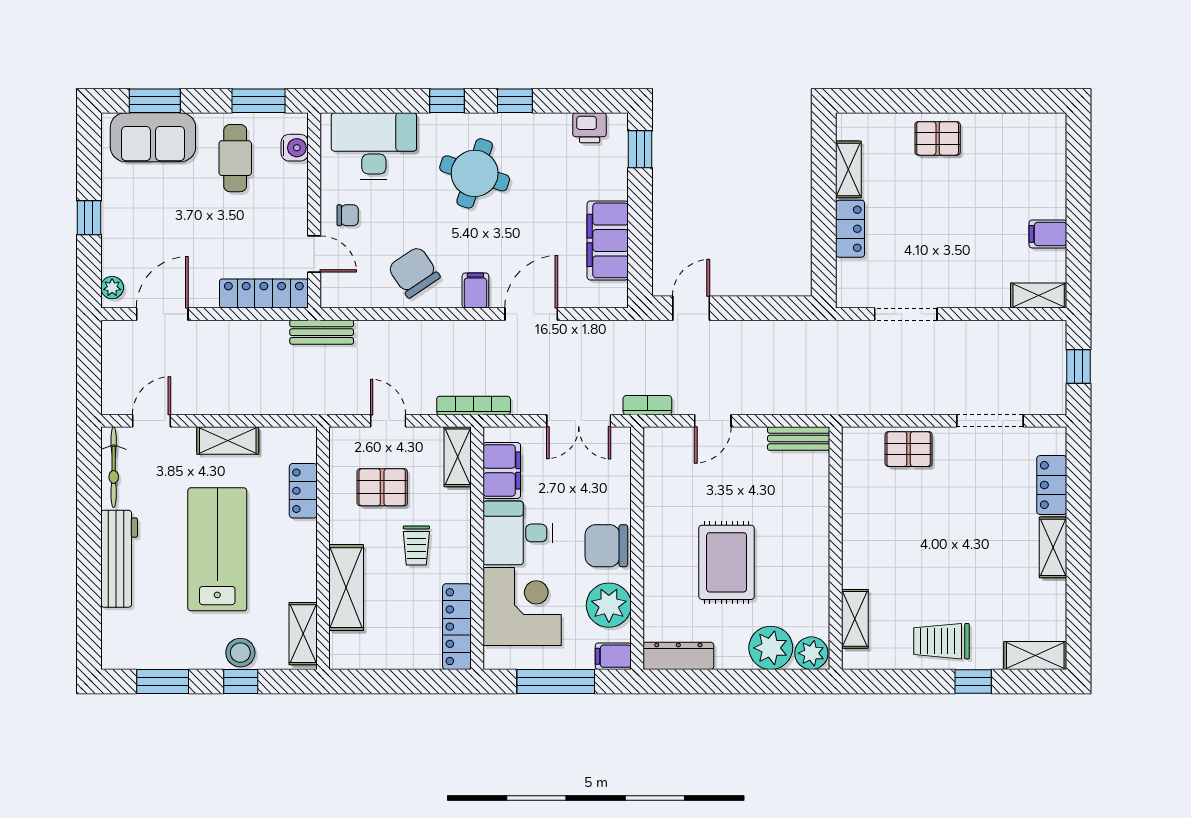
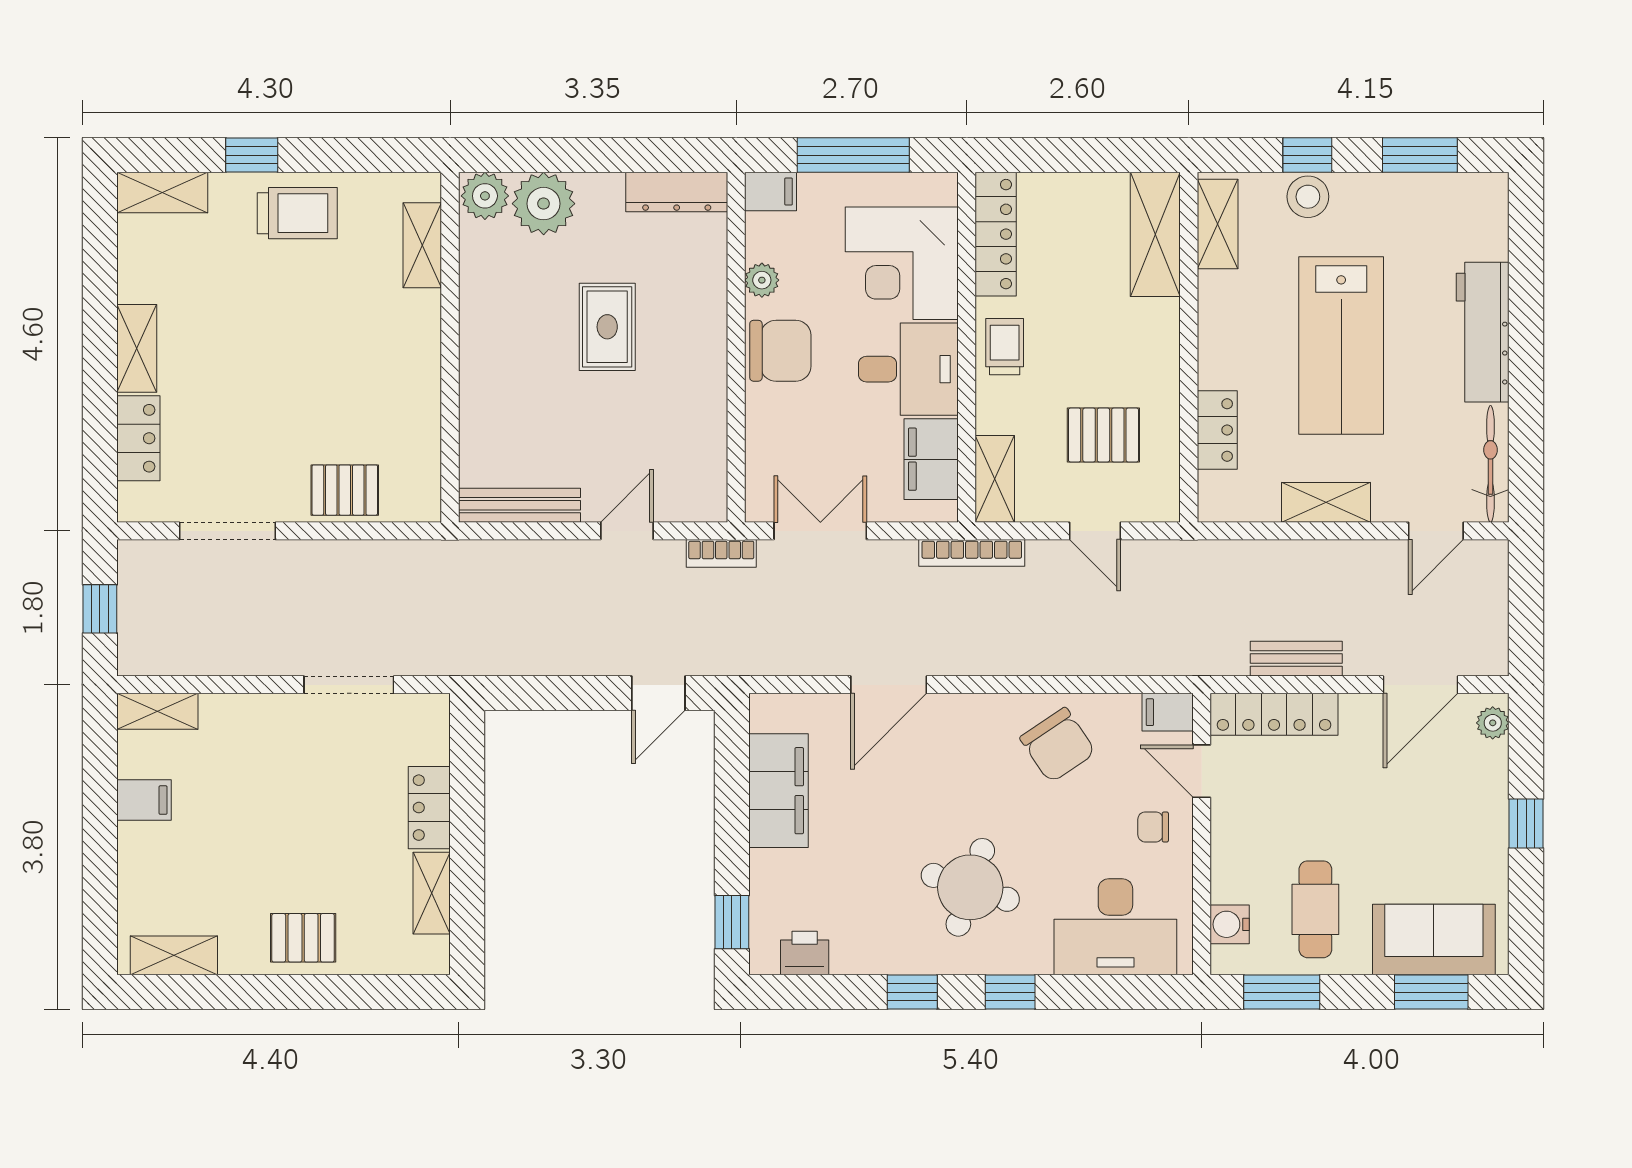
shelving: (1027, 126) -> (174, 955), added
filing cabinet: (475, 291) -> (1168, 712), moved, turned 90
bench: (322, 332) -> (1296, 659), moved
bench: (799, 439) -> (519, 505), width x1.36
trolley: (416, 546) -> (1005, 347), moved
rug: (727, 562) -> (607, 327), width x0.73, depth x0.70
shelving: (346, 588) -> (1155, 234), moved
plant: (609, 605) -> (762, 280), width x0.53, depth x0.53

